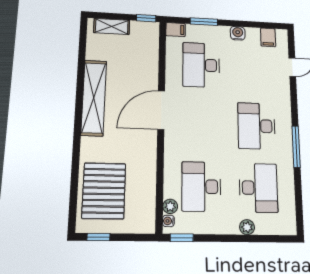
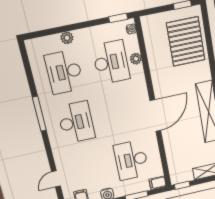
desk: (201, 65) -> (131, 160), turned 180
plant: (170, 206) -> (136, 59), moved

